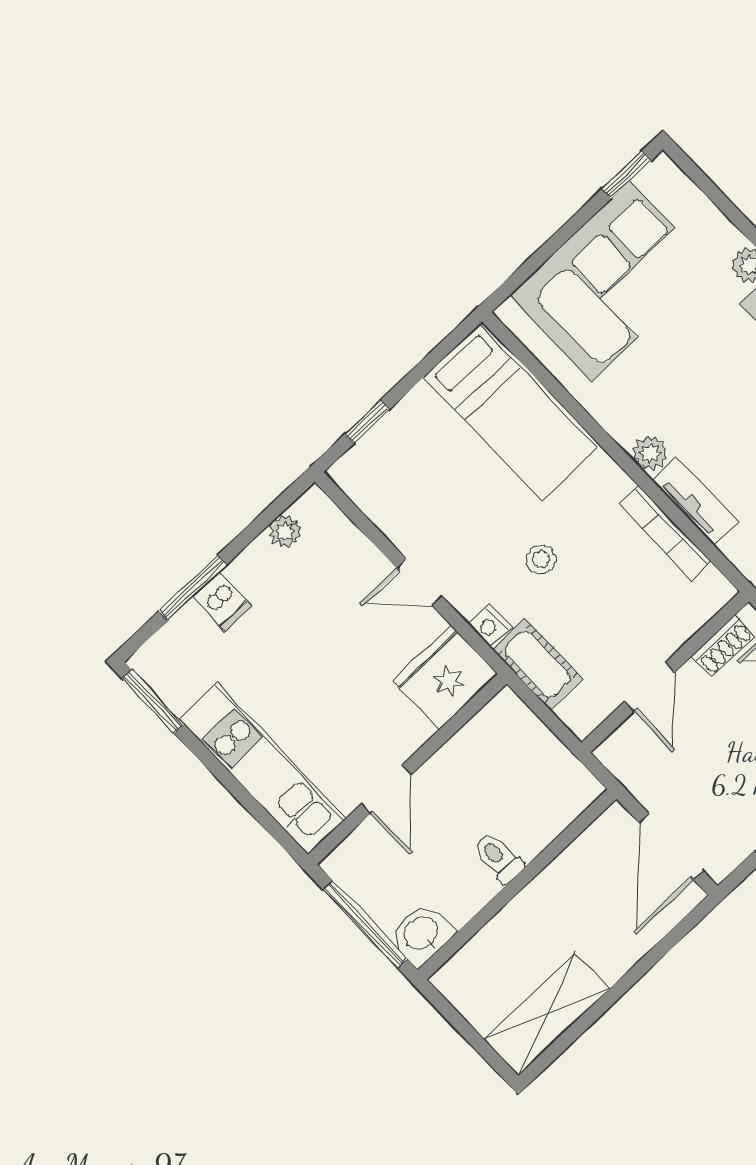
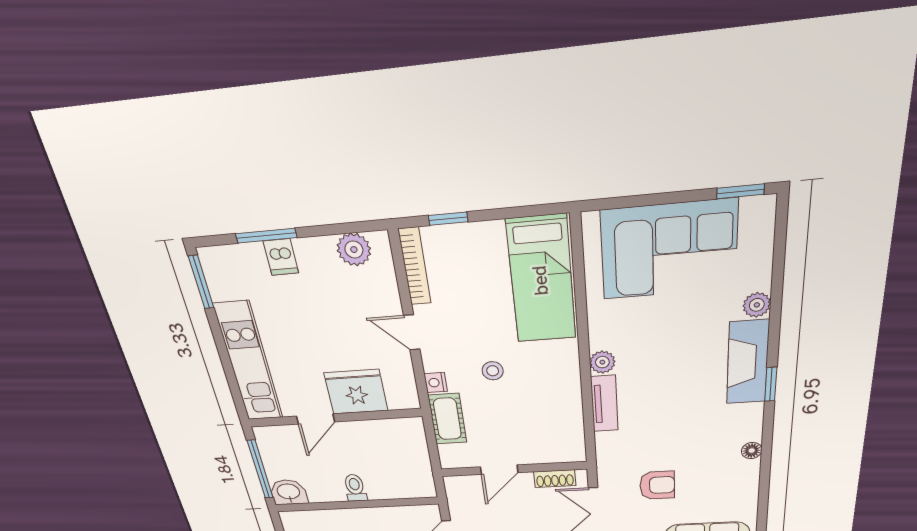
plant: (285, 531) -> (354, 250), width x1.38, depth x1.38
bookcase: (665, 532) -> (415, 266), moved, turned 180
fridge: (445, 677) -> (356, 392), moved

